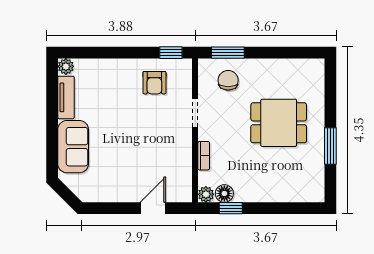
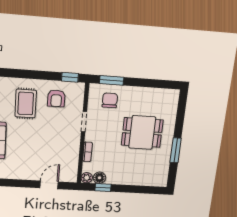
rug: (113, 93) -> (26, 104), added

